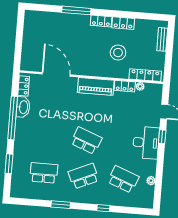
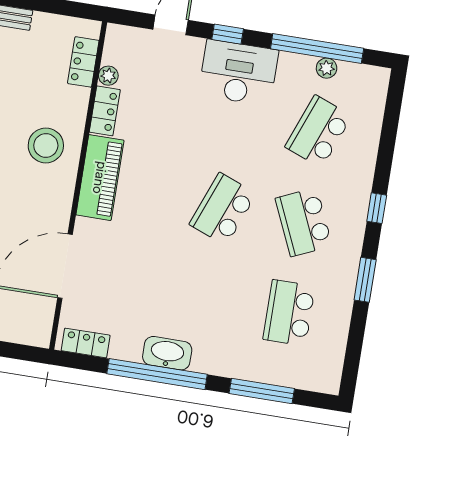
stool: (118, 53) -> (46, 145), moved
locker: (145, 75) -> (83, 62), width x0.66
washbasin: (23, 107) -> (167, 353), moved
window: (9, 164) -> (262, 391), width x1.44
window: (159, 176) -> (317, 49), added
window: (103, 208) -> (377, 208), moved

